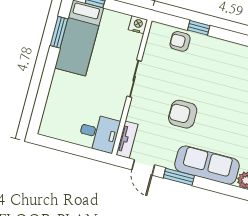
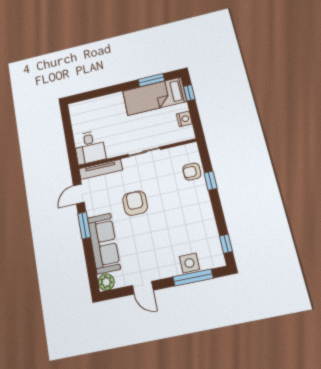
nightstand: (138, 25) -> (184, 119), moved
armchair: (180, 41) -> (192, 172), turned -90
tv unit: (127, 140) -> (101, 169), width x1.41

